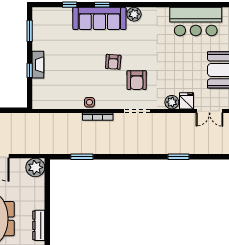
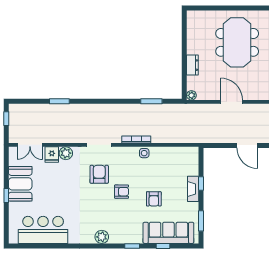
sofa: (99, 18) -> (168, 233), moved
armchair: (79, 54) -> (154, 199), added
armchair: (113, 62) -> (122, 192), turned 86
double door: (210, 111) -> (30, 145), swing flipped
plant: (35, 167) -> (191, 95), width x0.53, depth x0.53
dresser: (39, 225) -> (192, 65), moved, width x0.70

